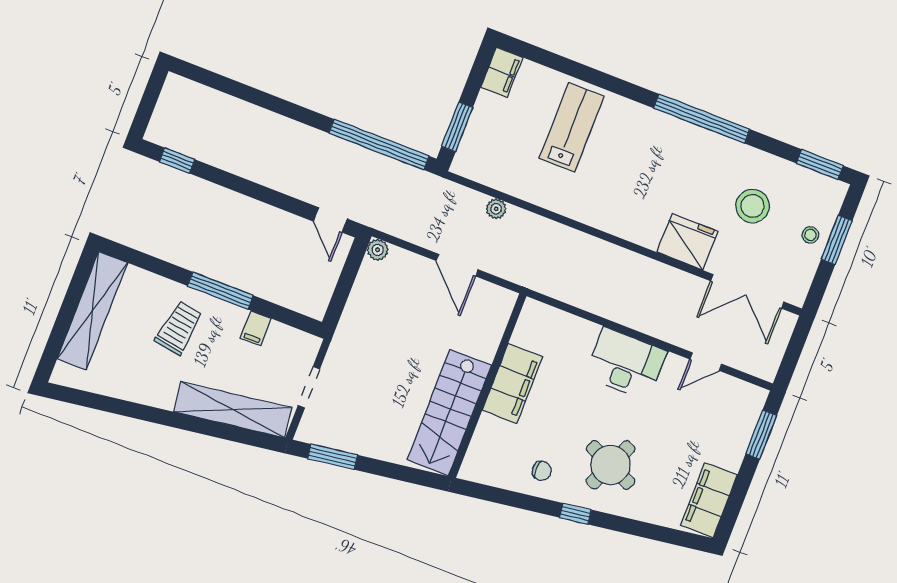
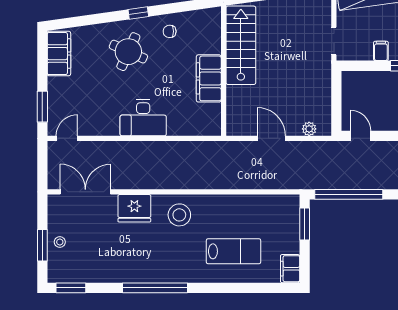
lab bench: (572, 127) -> (234, 251), turned -90
stool: (753, 206) -> (179, 215), moved
plant: (496, 209) -> (261, 183), removed
plant: (378, 250) -> (309, 129), moved
door: (706, 362) -> (67, 138), moved
doorway: (309, 387) -> (334, 41), moved

